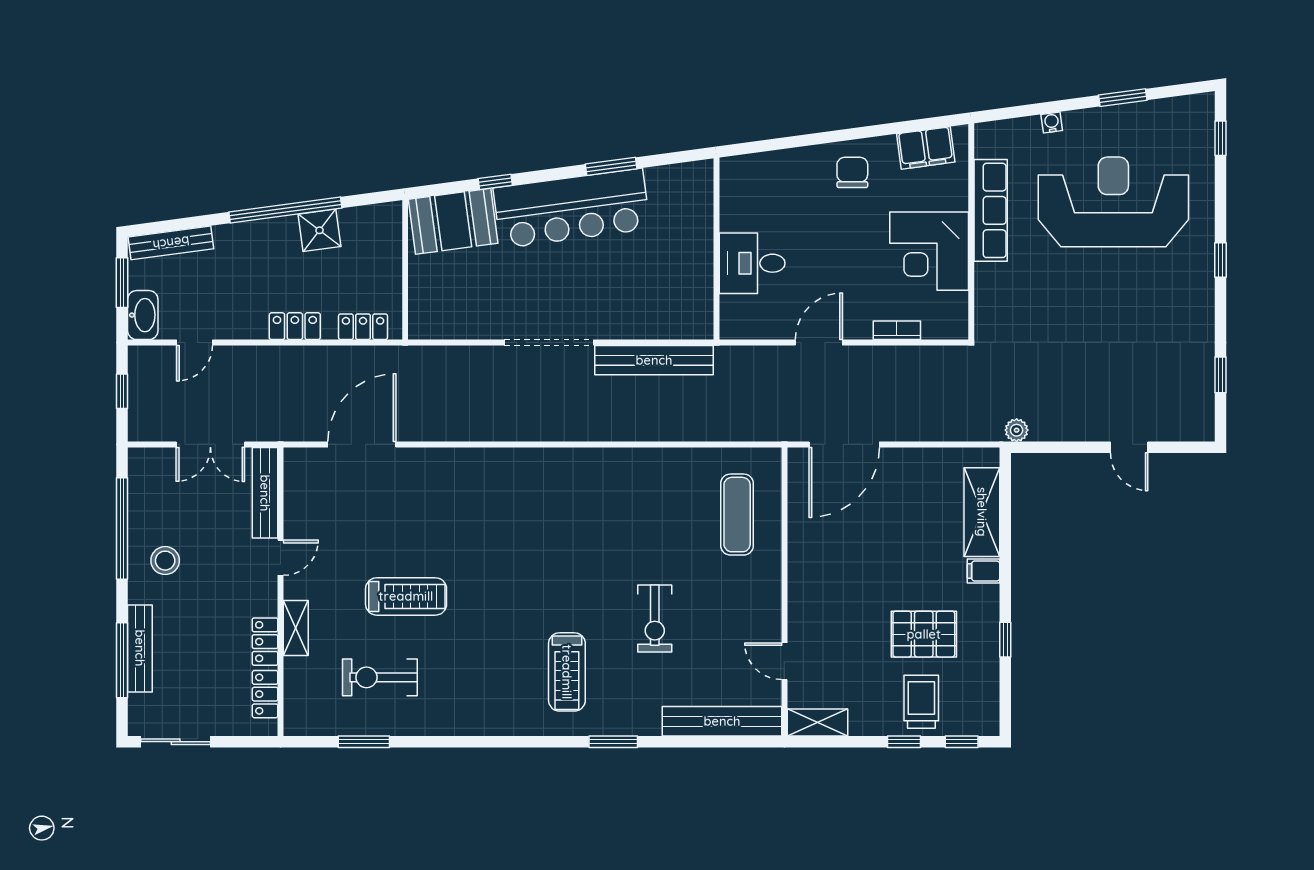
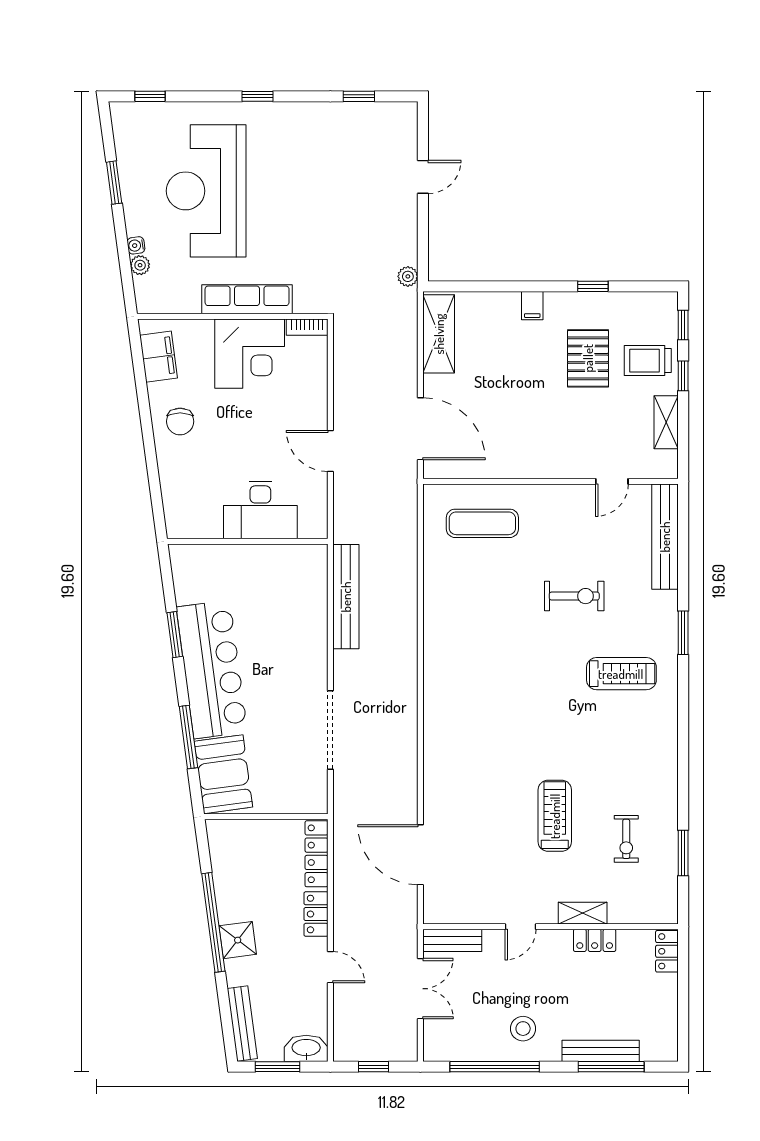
plant: (1029, 127) -> (140, 265), added
chair: (852, 172) -> (180, 421), turned -90
window: (495, 182) -> (188, 737), width x2.17
row of seats: (991, 210) -> (247, 299), moved
shower: (319, 230) -> (238, 940), moved
desk: (752, 263) -> (260, 510), width x1.37
locker: (363, 327) -> (316, 854), width x1.53
bookcase: (897, 330) -> (307, 327), moved, turned -90
door: (194, 343) -> (330, 967), moved
doorway: (549, 343) -> (330, 730), moved
bench: (265, 493) -> (452, 940), width x0.73
shelving: (982, 512) -> (439, 334), moved, turned 90
door: (281, 558) -> (521, 927), swing flipped
exercise bike: (380, 677) -> (626, 839), width x0.73, depth x0.72
locker: (265, 694) -> (667, 951), moved, turned 90
shelving: (817, 722) -> (666, 422), moved
sliding door: (176, 742) -> (683, 1019), removed

